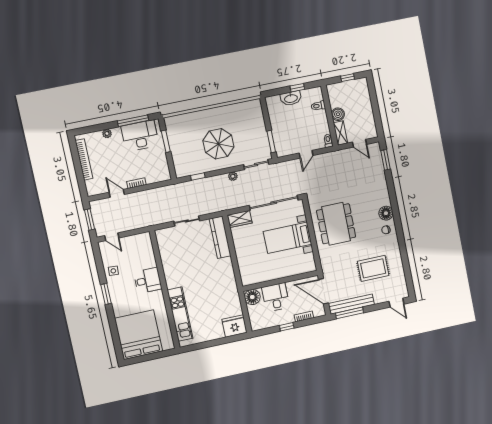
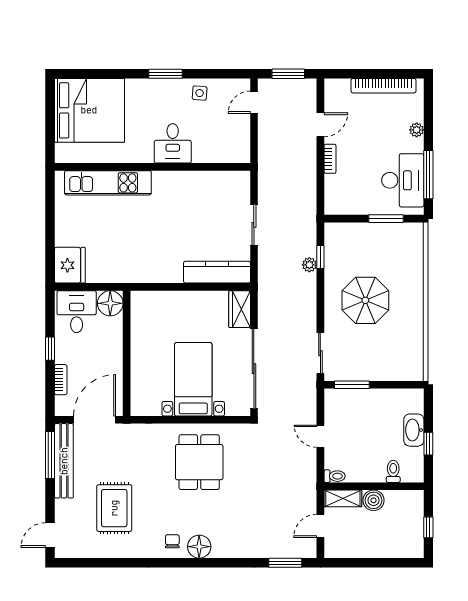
plant: (233, 176) -> (309, 265), moved
dining table: (336, 224) -> (199, 462), width x0.73
desk: (275, 297) -> (77, 312), moved, turned -90

